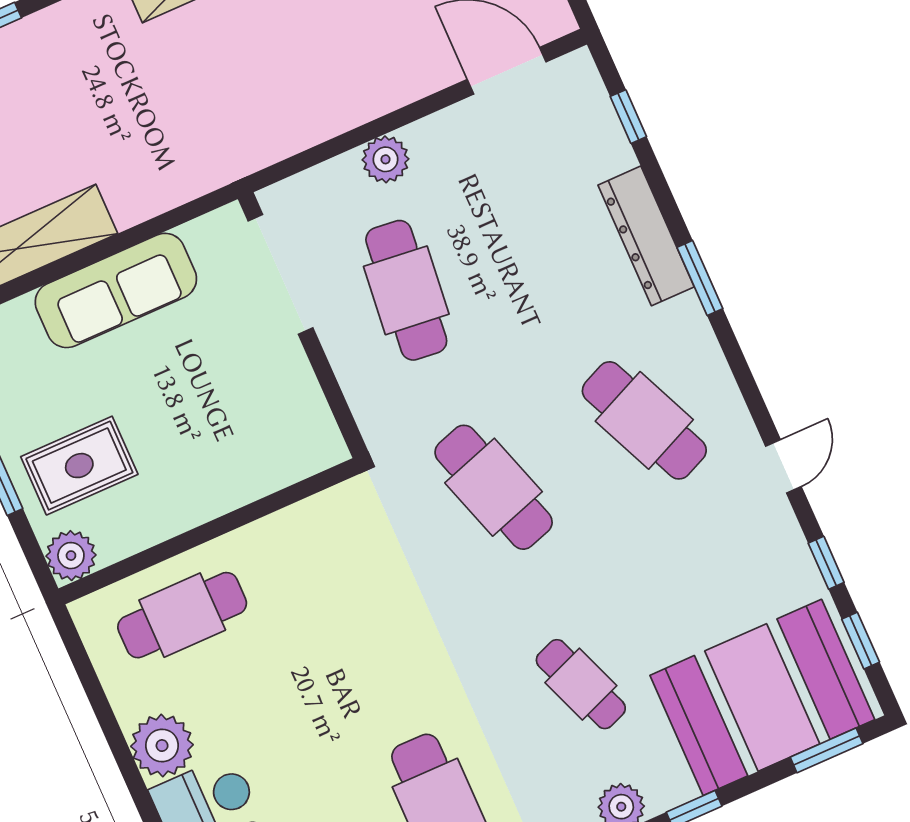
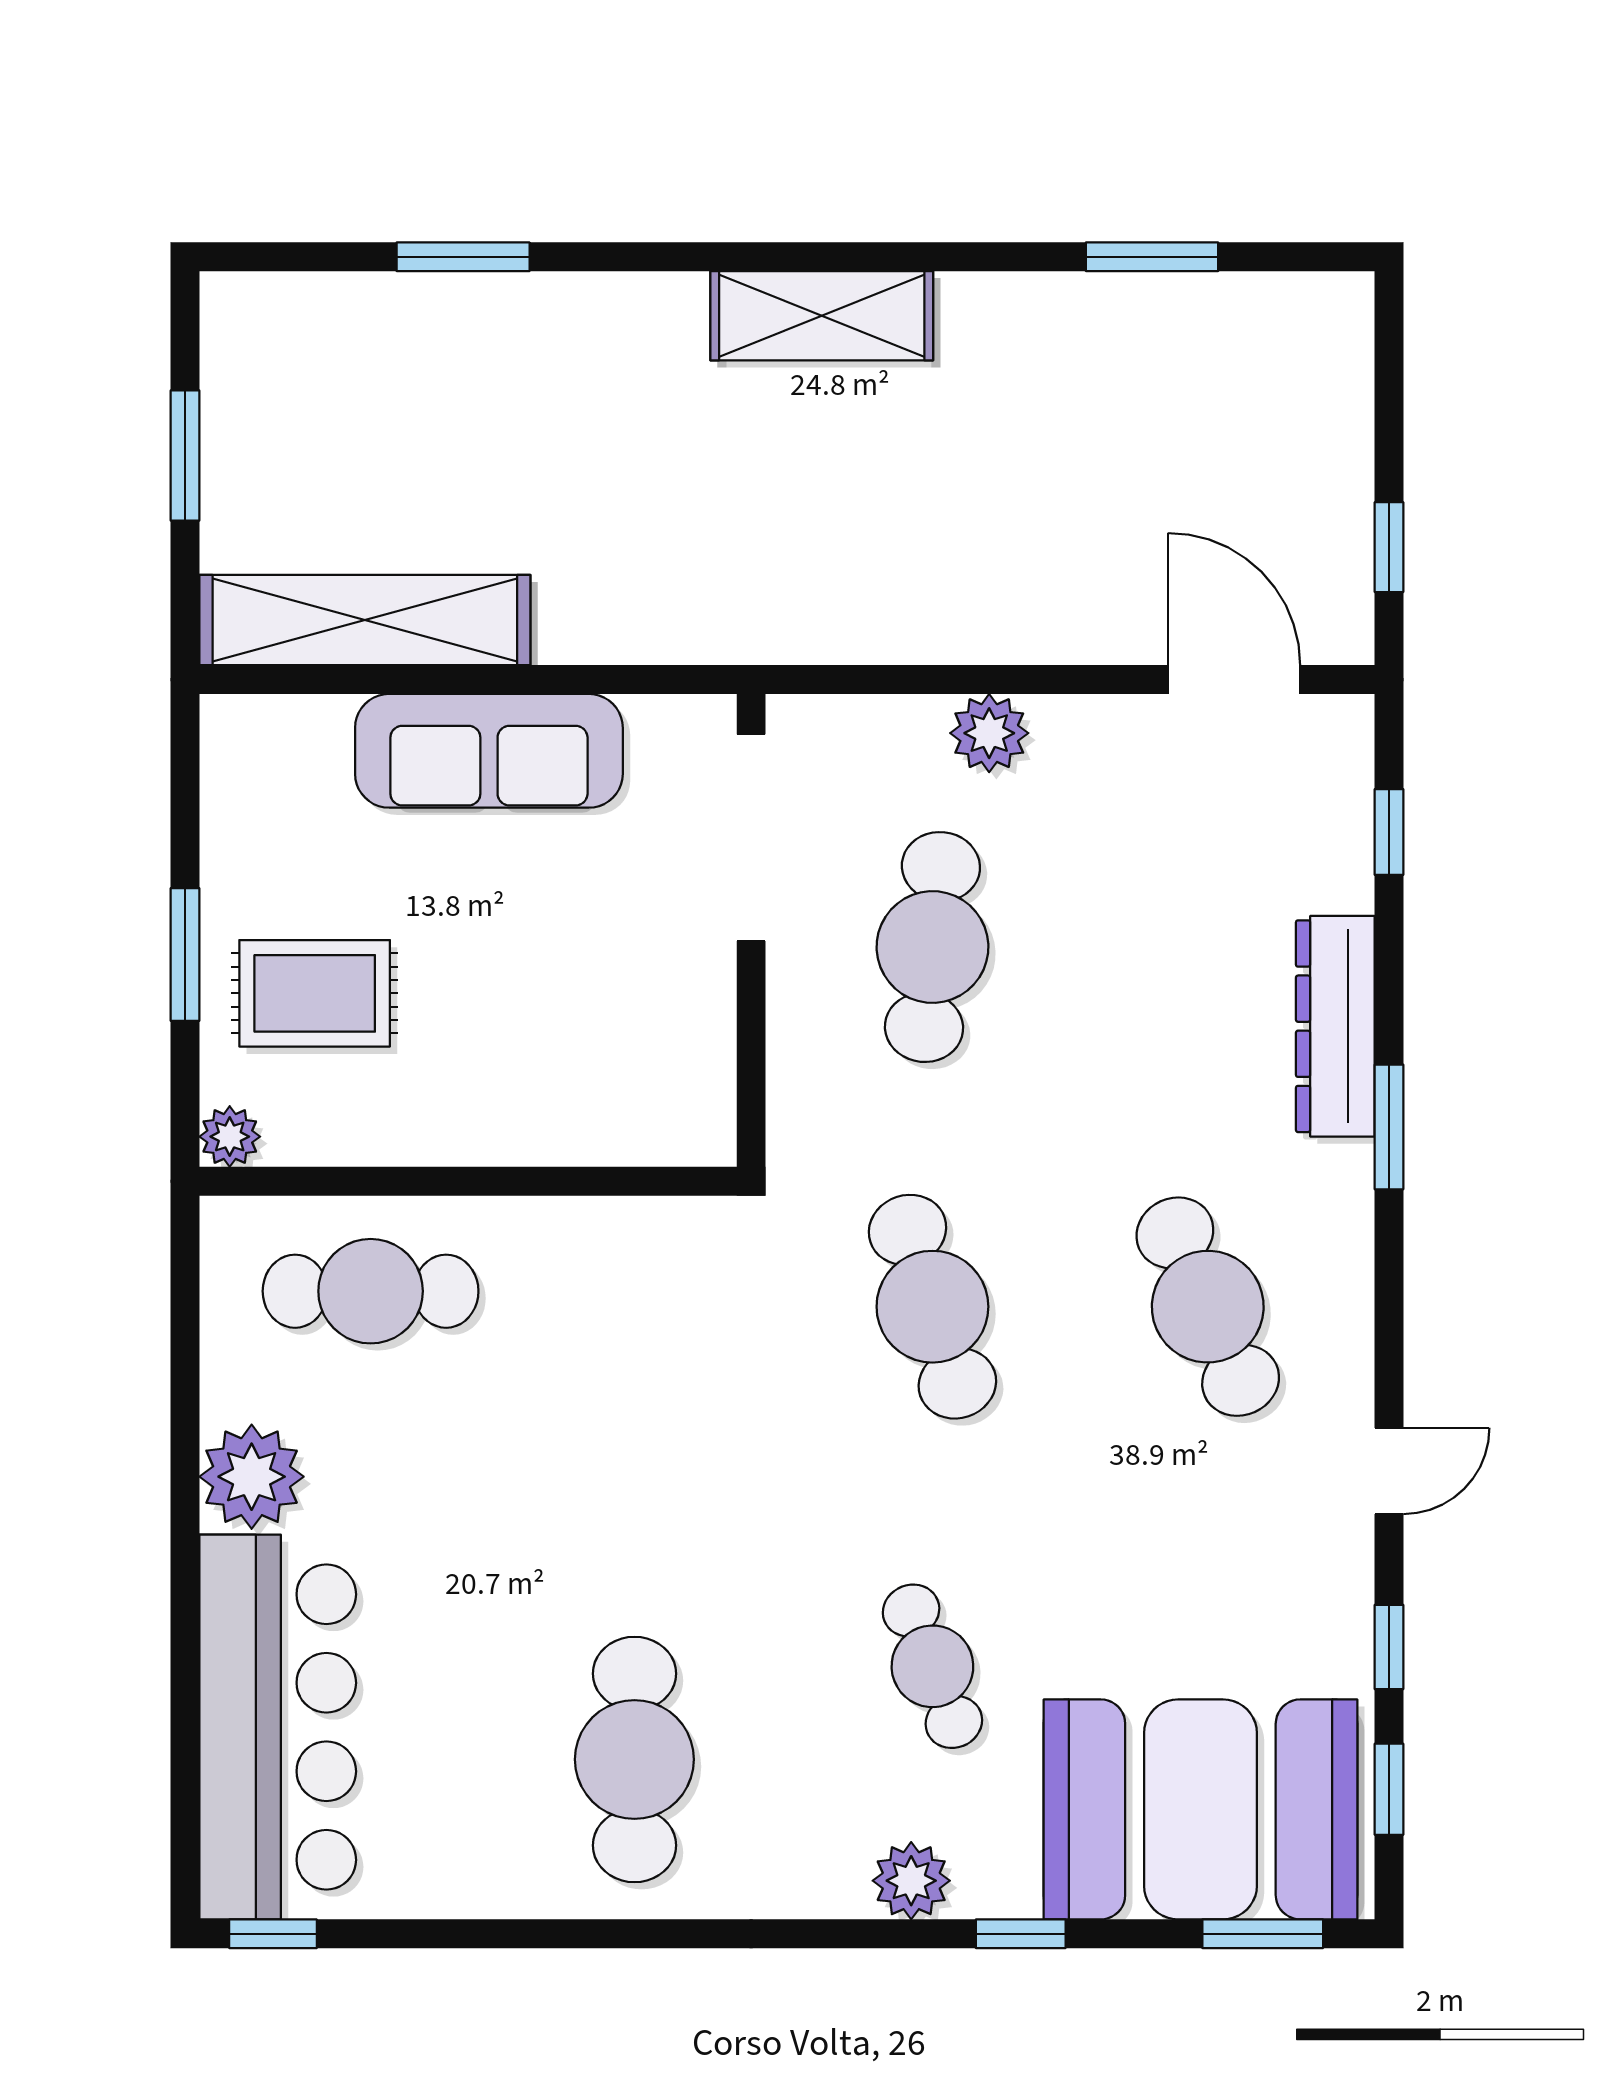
plant: (71, 556) -> (230, 1137), width x0.73, depth x0.73

